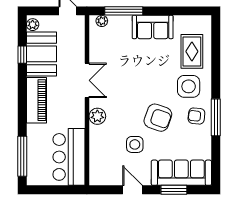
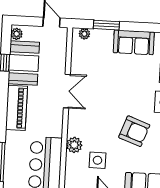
window: (124, 11) -> (106, 25), width x0.69
plant: (97, 116) -> (74, 145), moved
side table: (135, 144) -> (97, 160), moved

